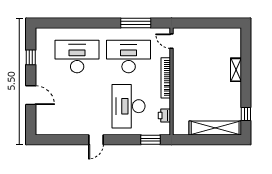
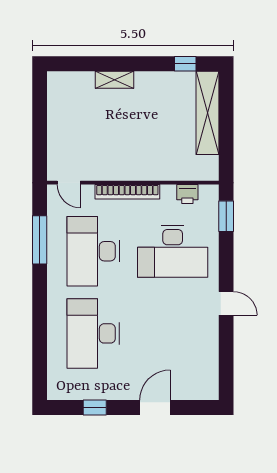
door: (171, 41) -> (69, 183), hinge flipped

